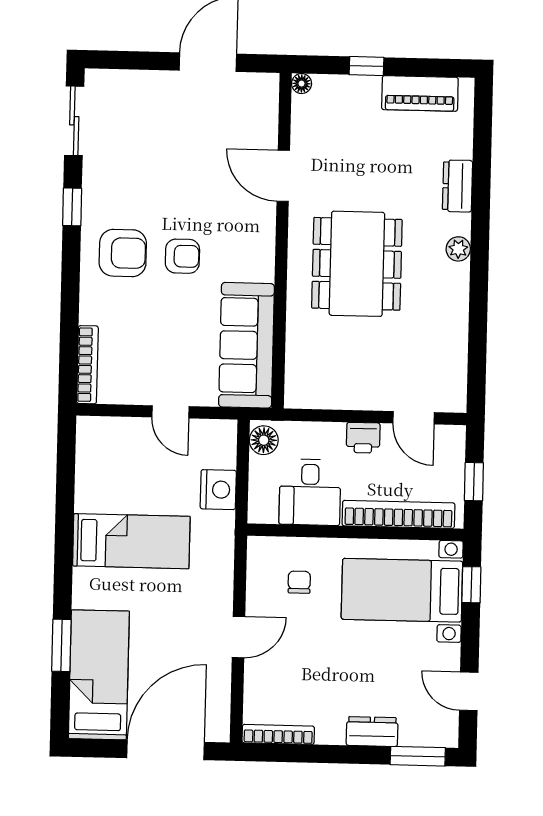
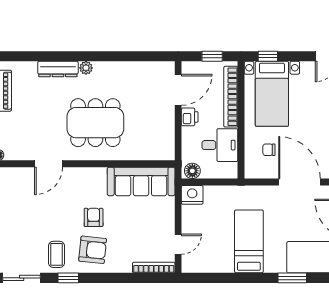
coffee table: (116, 186) -> (56, 254), added
dresser: (457, 186) -> (58, 69), width x1.44
armchair: (123, 253) -> (93, 250), turned 96
door: (170, 412) -> (178, 244), moved
door: (414, 418) -> (178, 90), width x1.38
nightstand: (218, 490) -> (192, 195), moved
door: (238, 637) -> (299, 182), width x1.87
window: (61, 645) -> (292, 278), moved

